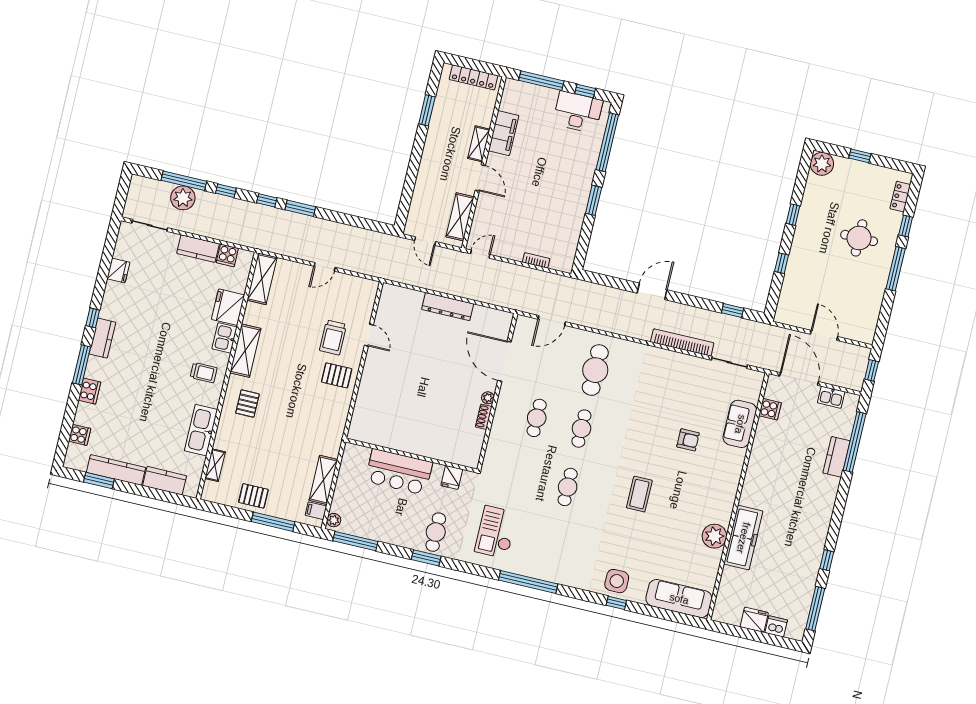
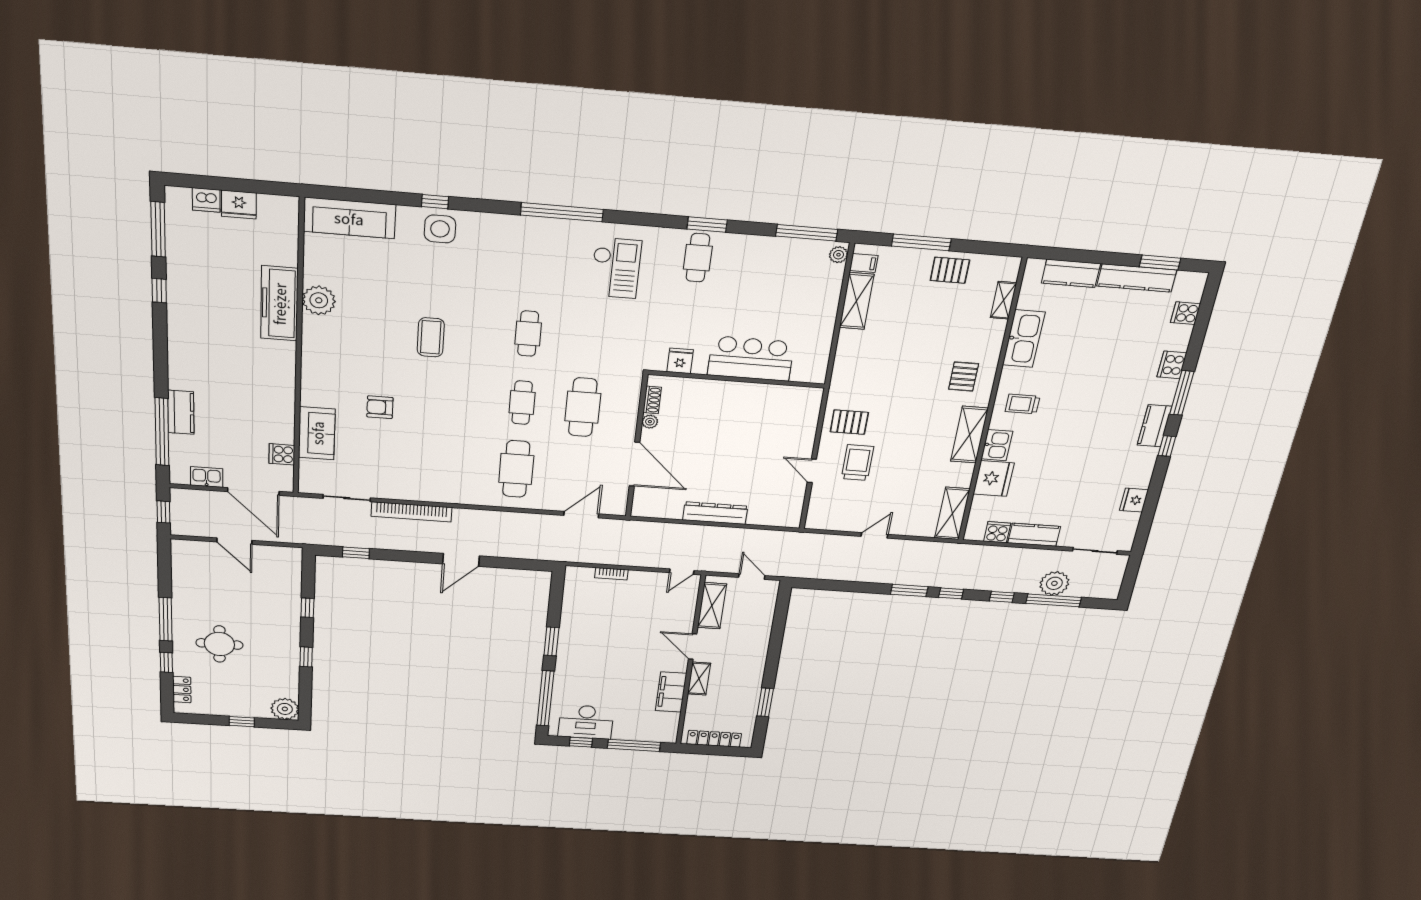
cafe table: (537, 418) -> (583, 407), width x1.37, depth x1.35
wall: (411, 455) -> (737, 379), moved
bar counter: (399, 472) -> (751, 359), moved
fridge: (452, 477) -> (680, 361), moved

